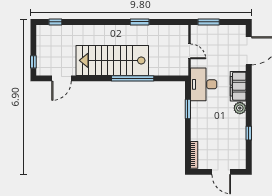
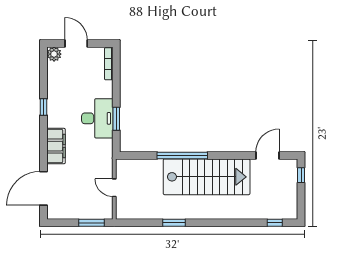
desk: (204, 84) -> (97, 118), moved
plant: (240, 108) -> (54, 54), moved
window: (249, 133) -> (43, 107), moved

